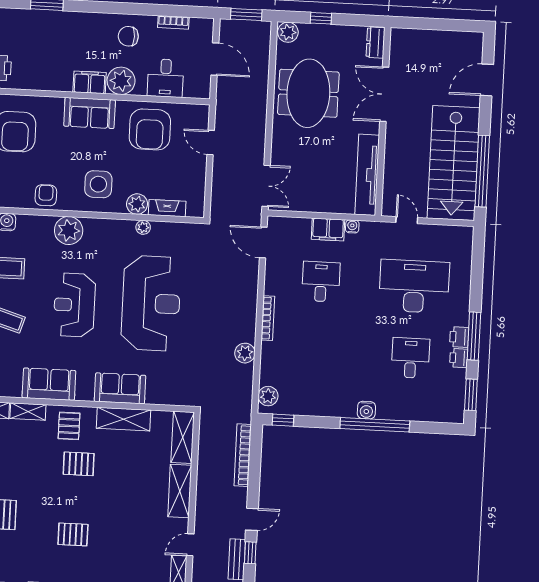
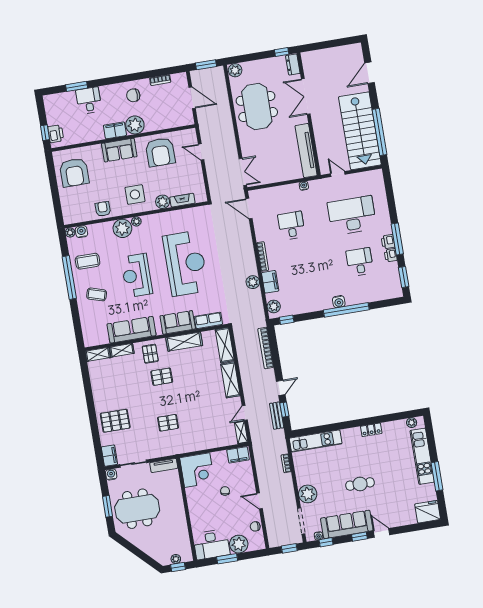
window: (321, 18) -> (282, 52), moved
desk: (166, 78) -> (89, 100), moved, turned 180
plant: (143, 227) -> (136, 221), moved
filing cabinet: (328, 229) -> (270, 282), moved, turned -90
sofa: (49, 384) -> (131, 330), width x1.36
row of seats: (166, 395) -> (208, 320), added

